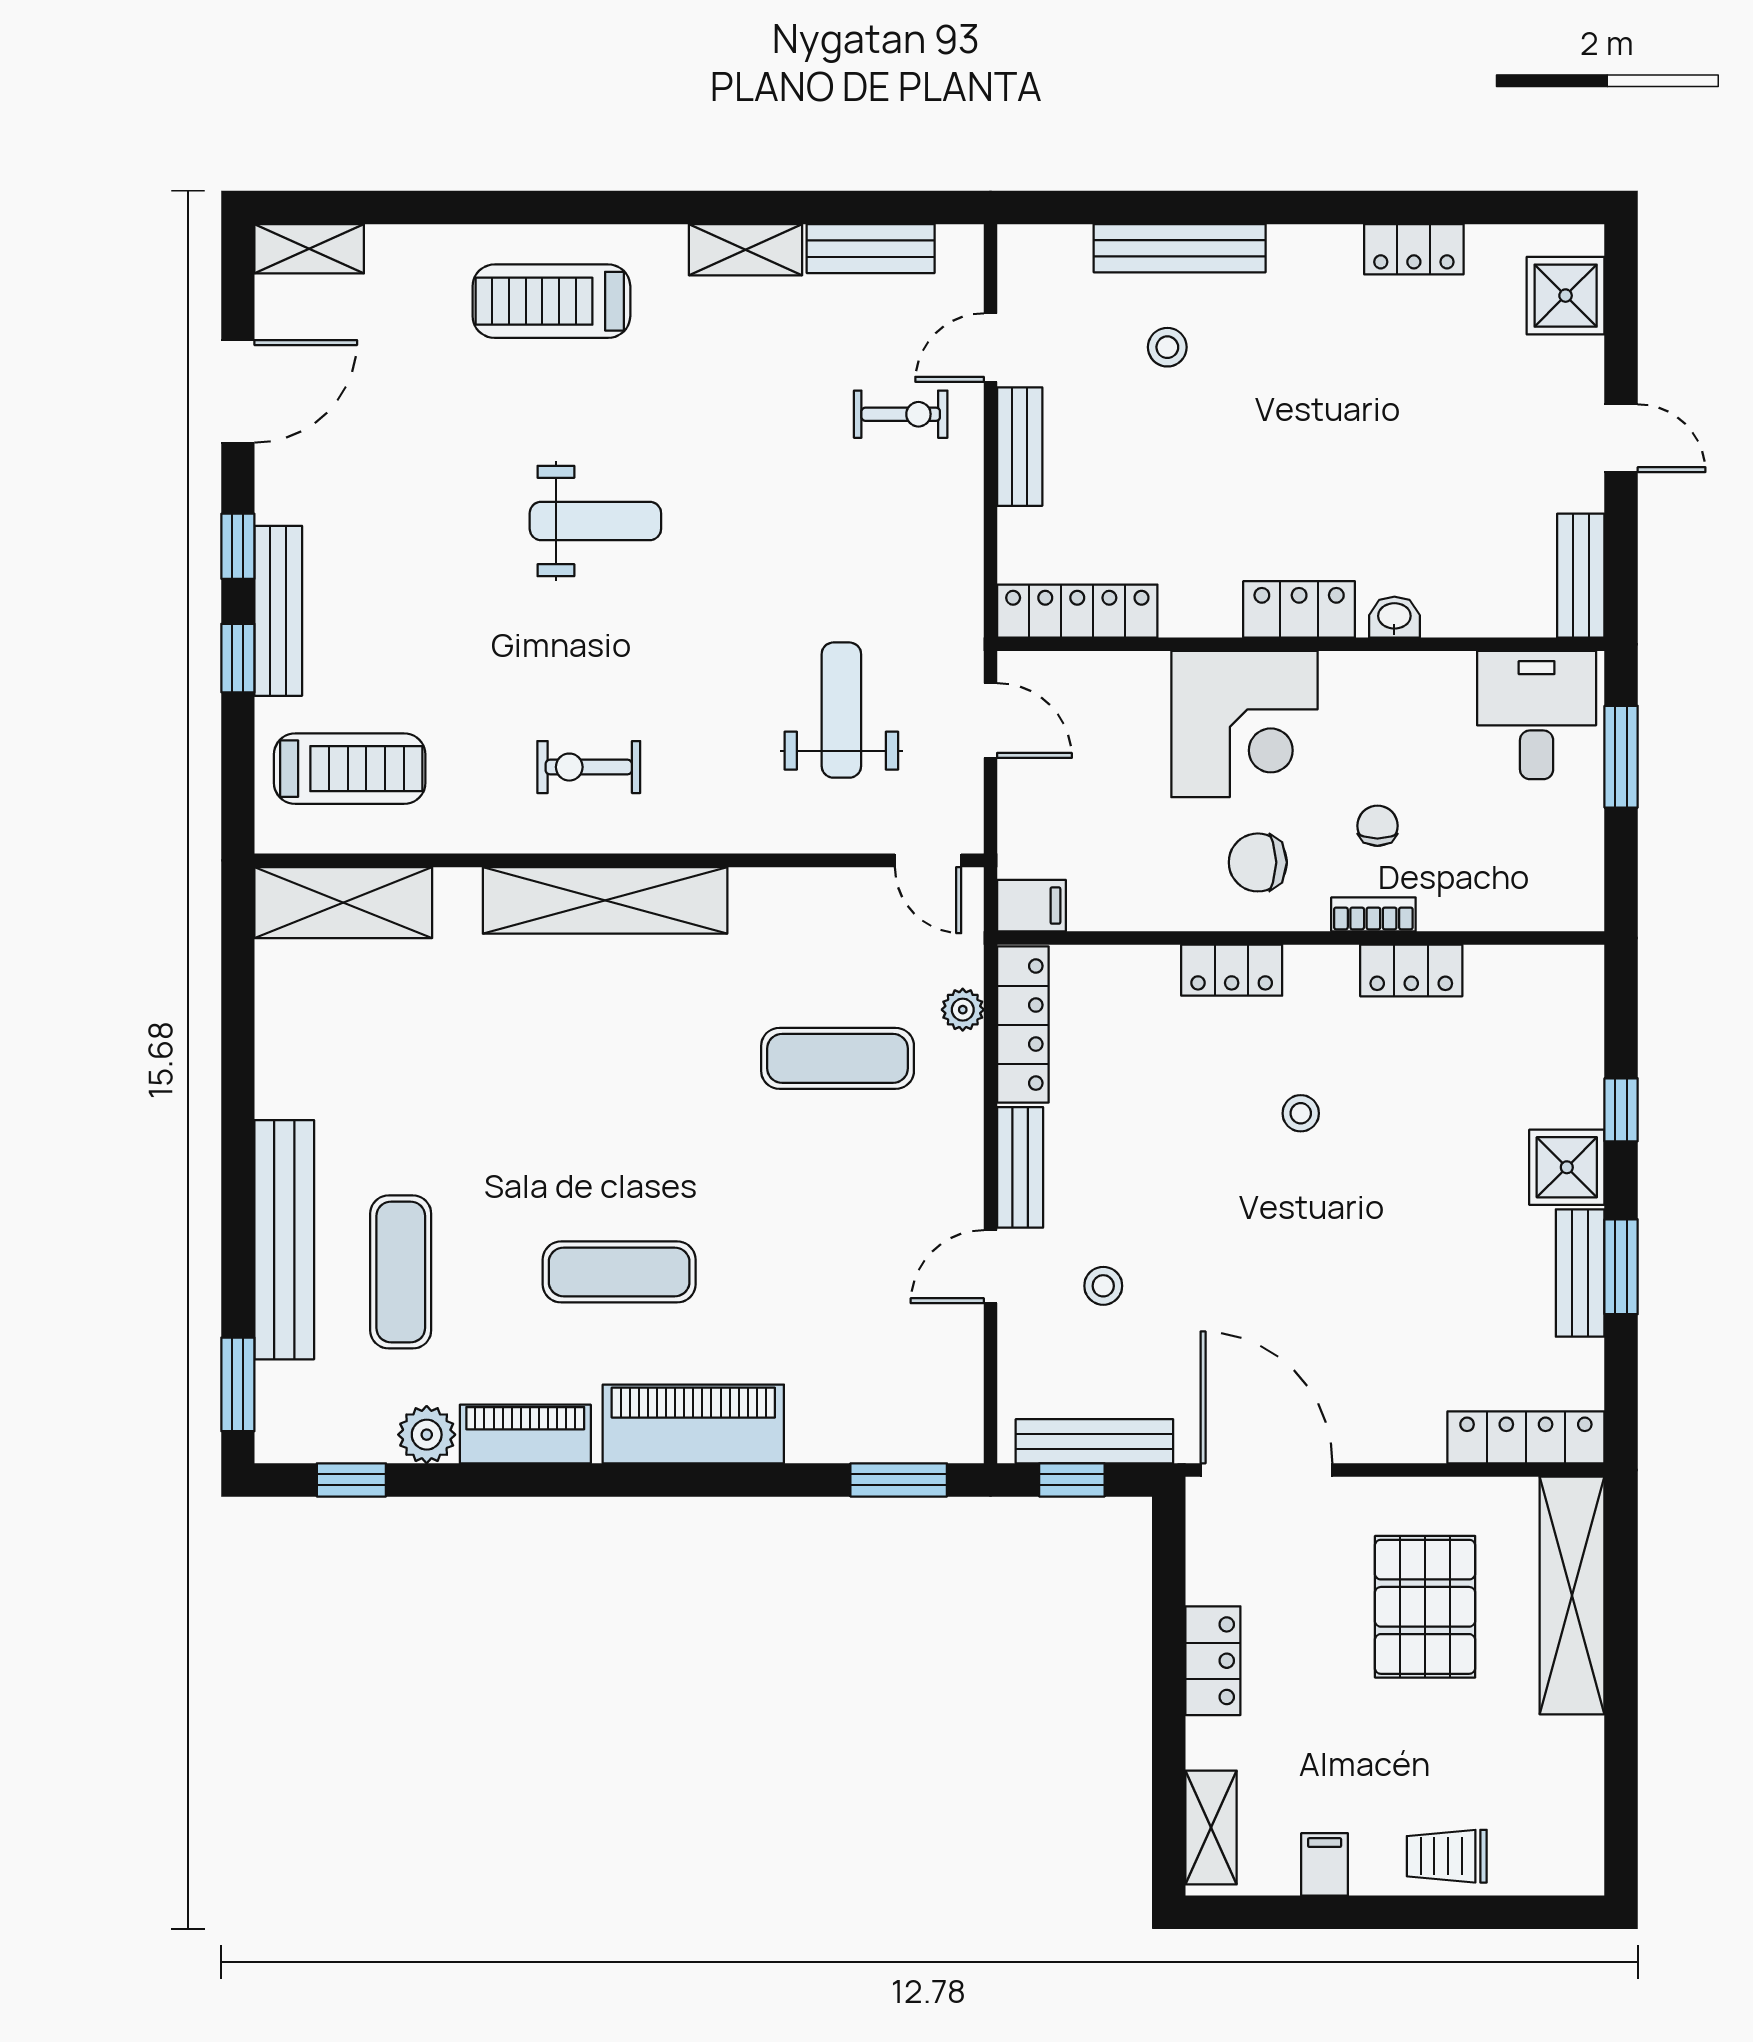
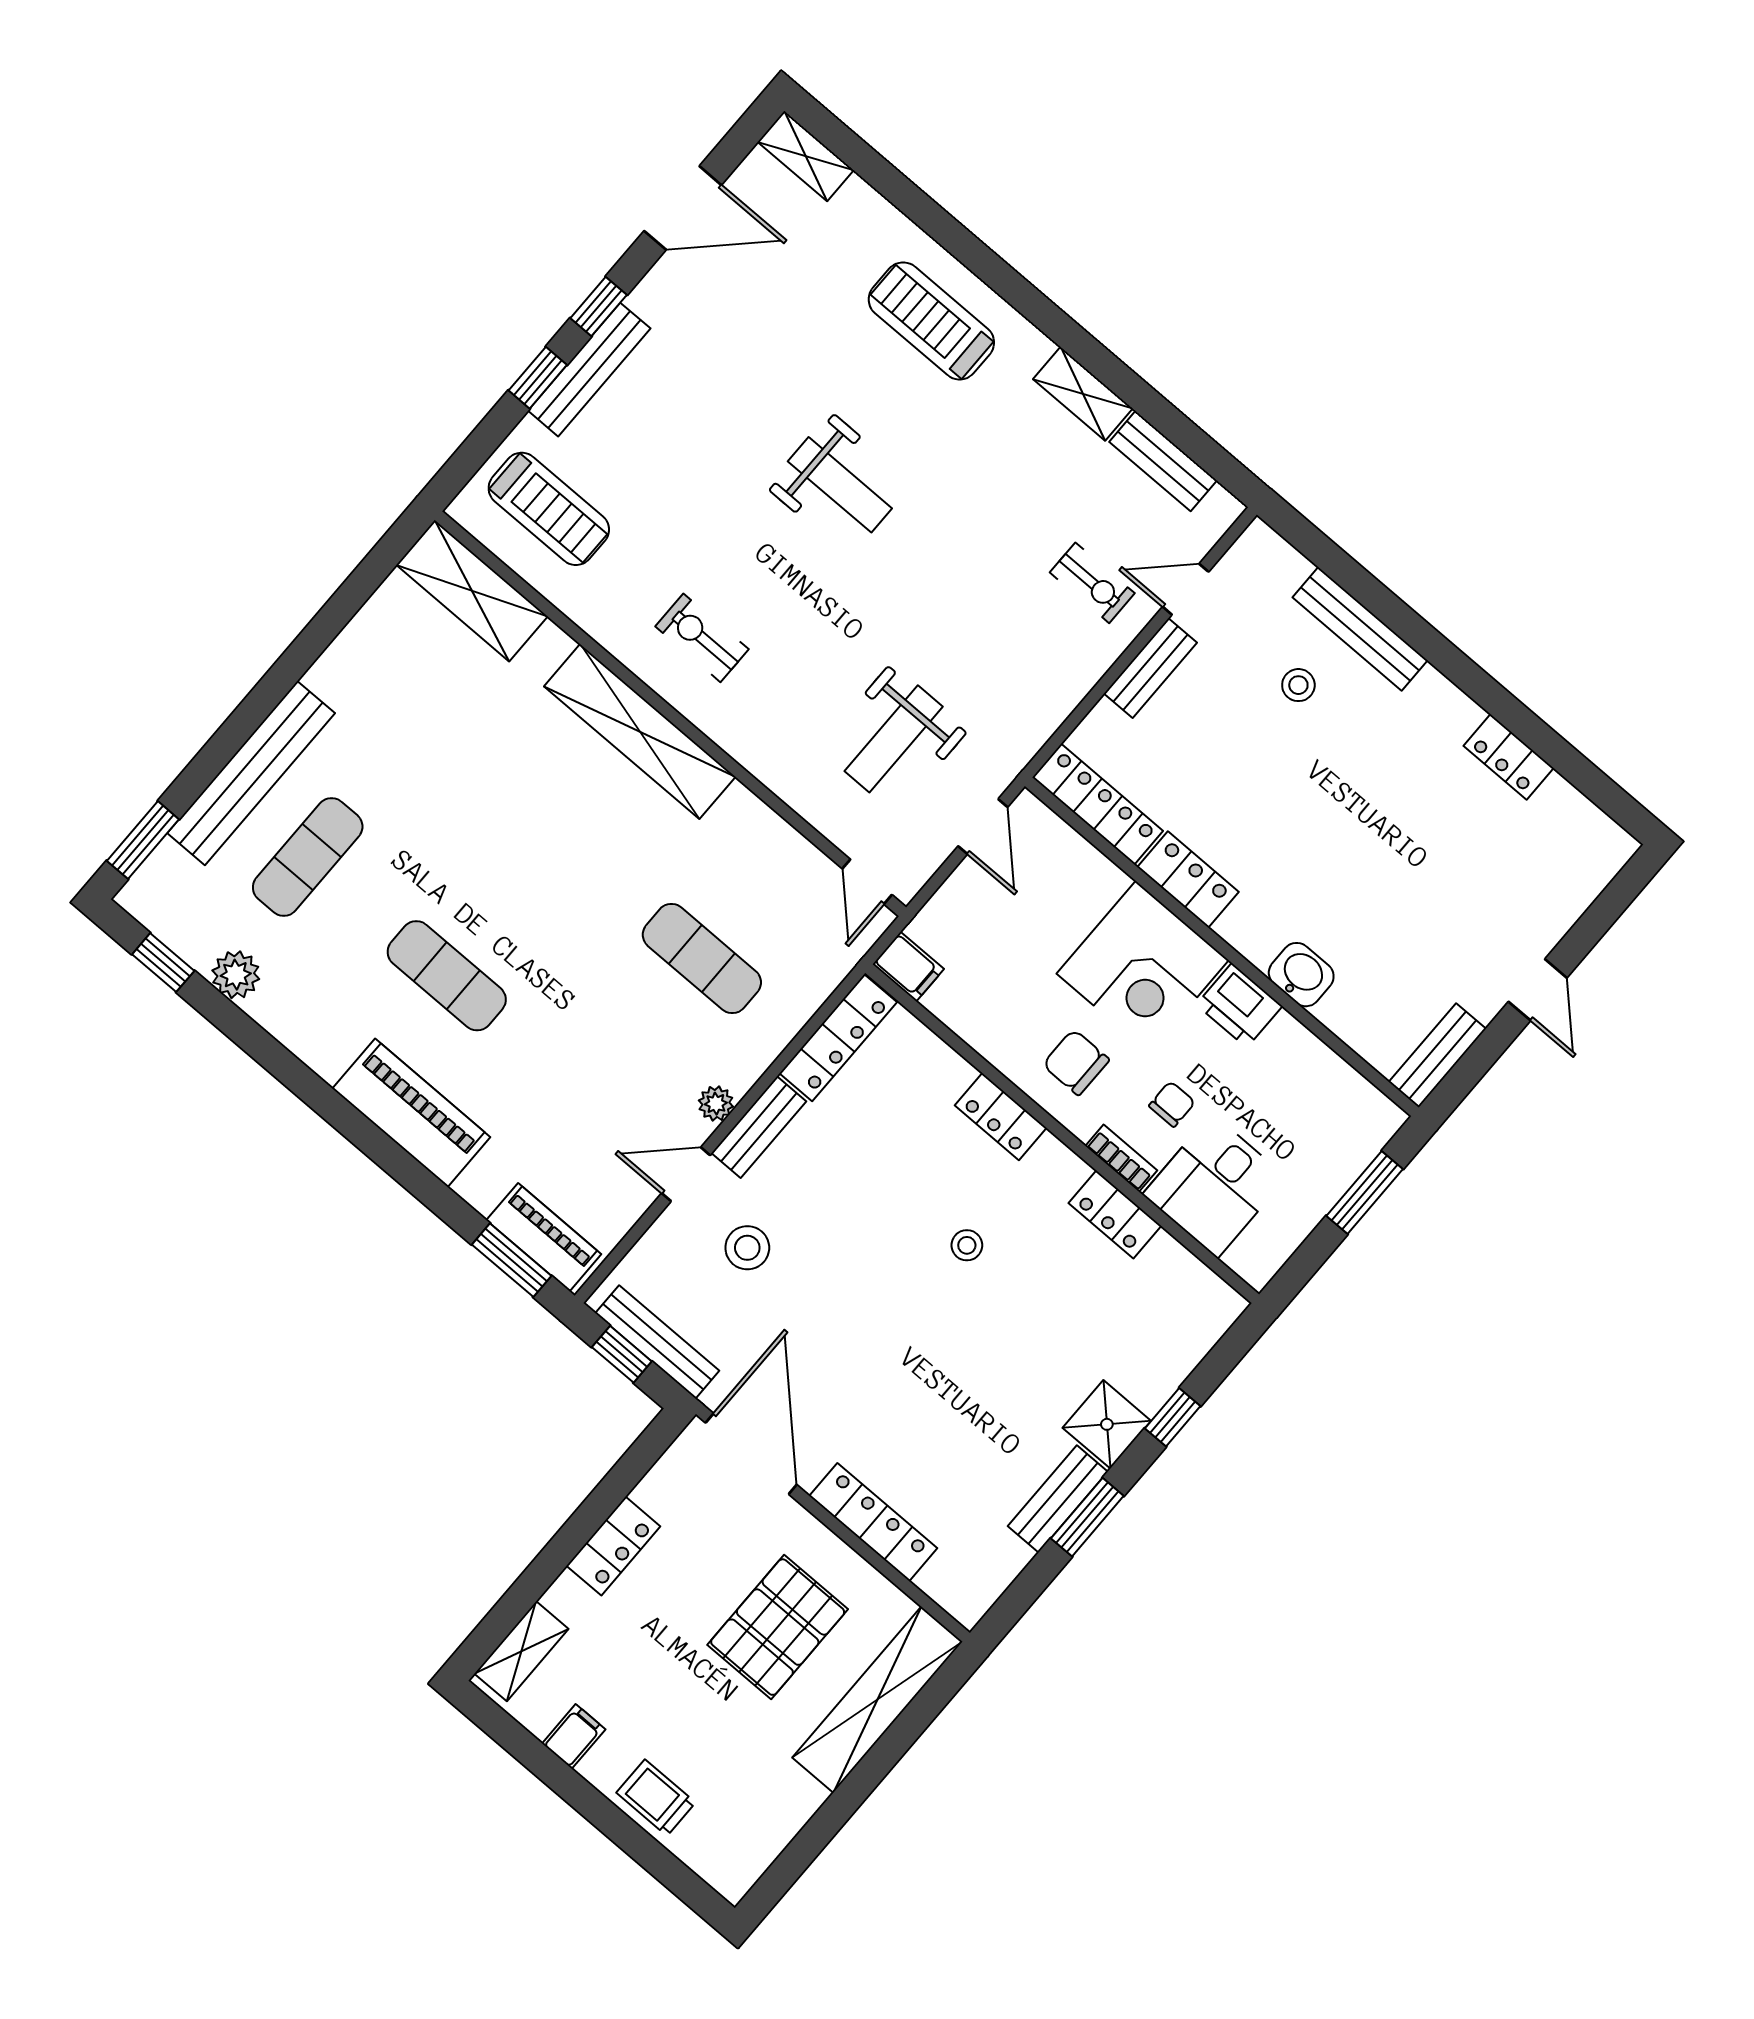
shower: (1566, 296) -> (1580, 869), removed
locker: (1299, 609) -> (1188, 879), moved
washbasin: (1394, 617) -> (1301, 975), width x1.38, depth x1.45
printer: (1362, 684) -> (1239, 1005), added
weight bench: (841, 710) -> (894, 739), turned 180
desk: (1537, 715) -> (1215, 1186), moved, turned 180
plant: (963, 1010) -> (716, 1104), moved
stool: (1103, 1286) -> (747, 1248), width x1.37, depth x1.37
piano: (525, 1434) -> (544, 1237), moved
locker: (1526, 1437) -> (873, 1522), moved

